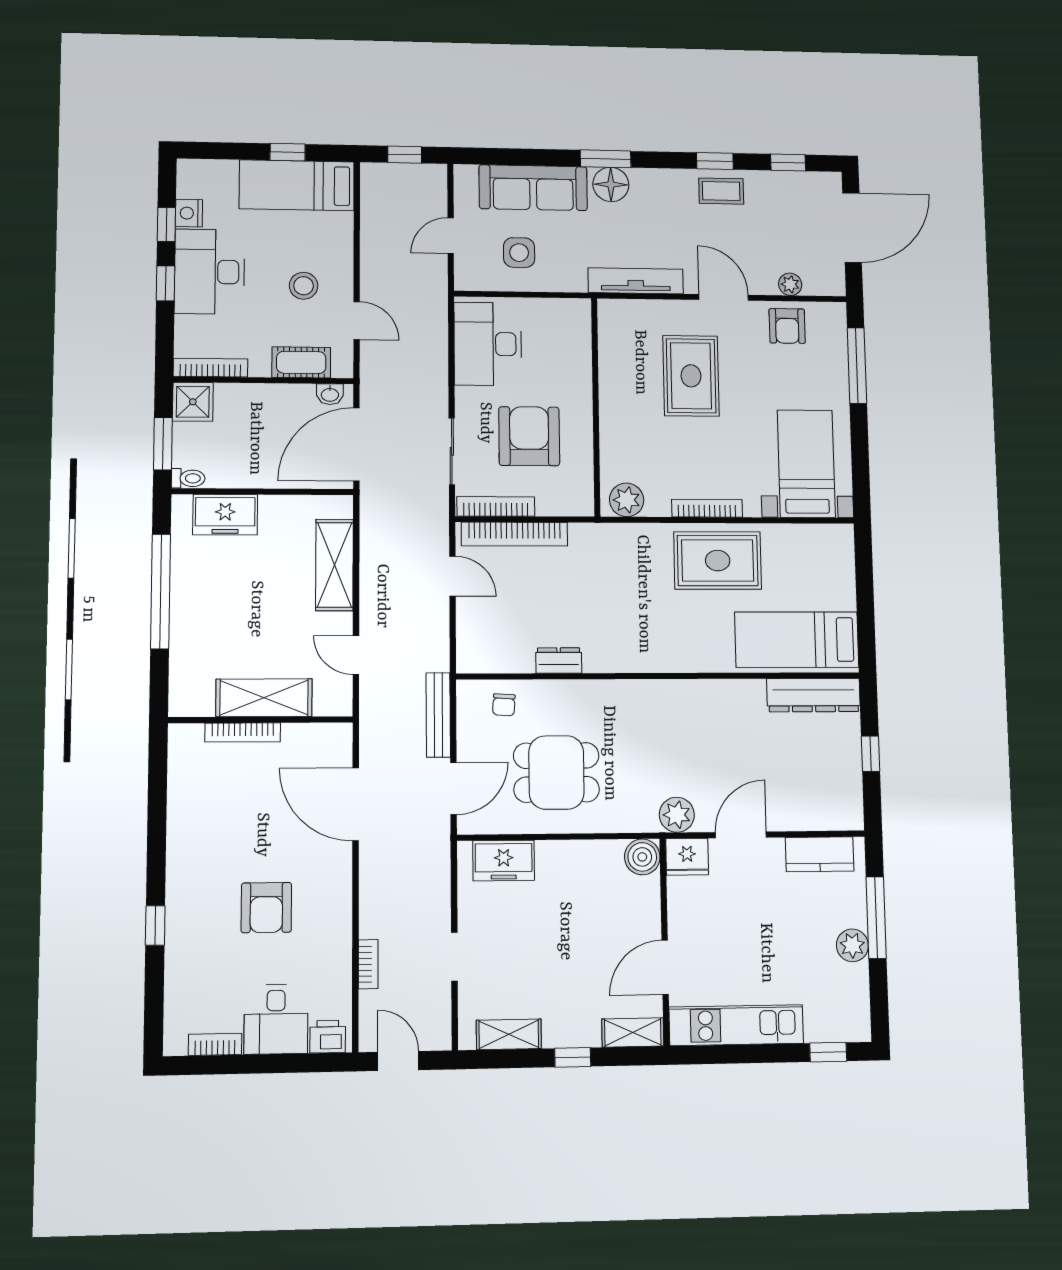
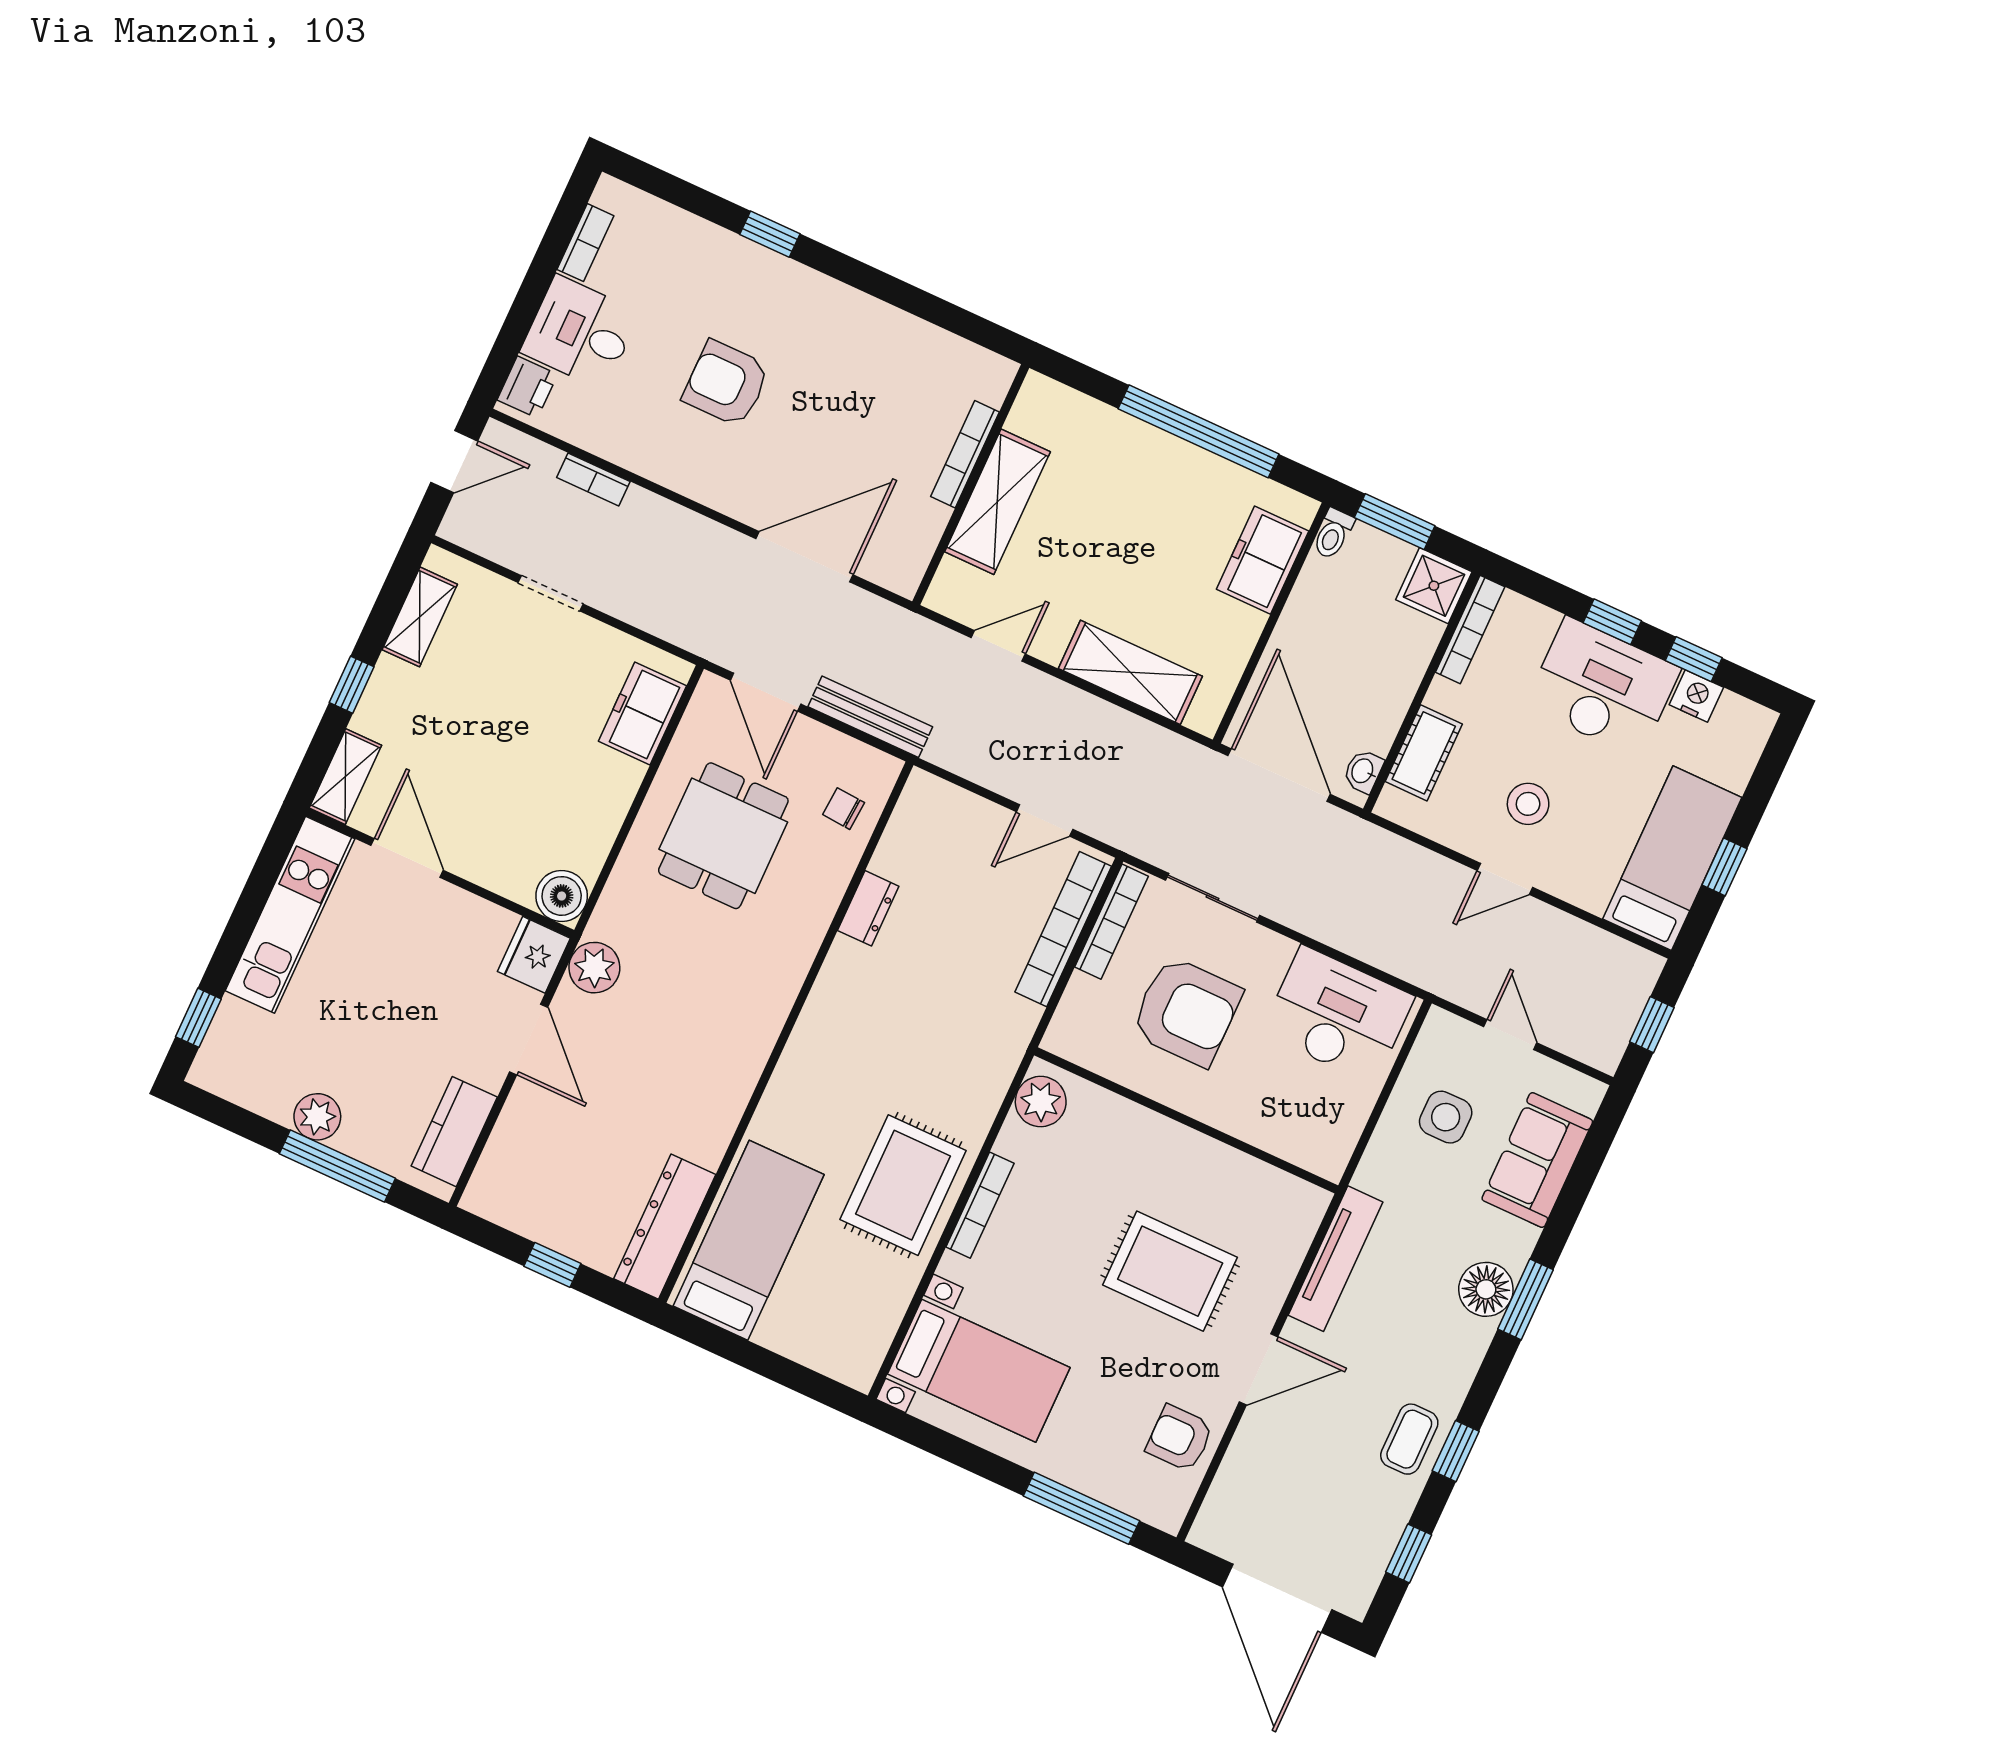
sofa: (533, 188) -> (1537, 1160), width x0.73
plant: (790, 284) -> (1236, 1471), removed
door: (357, 321) -> (1505, 879), moved

